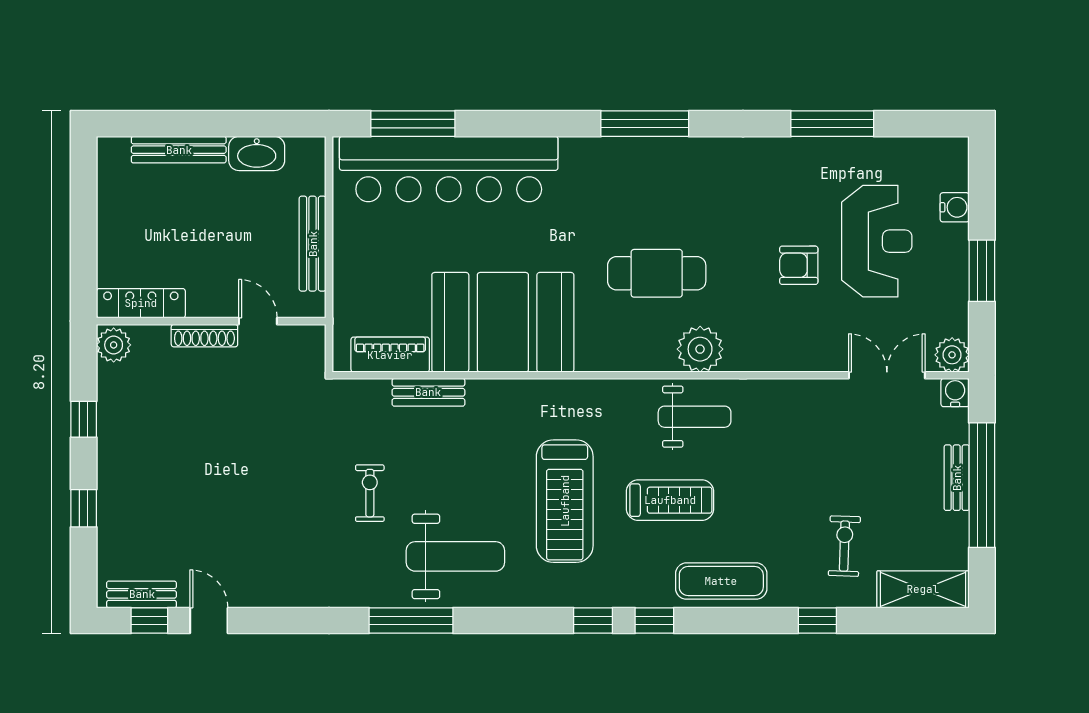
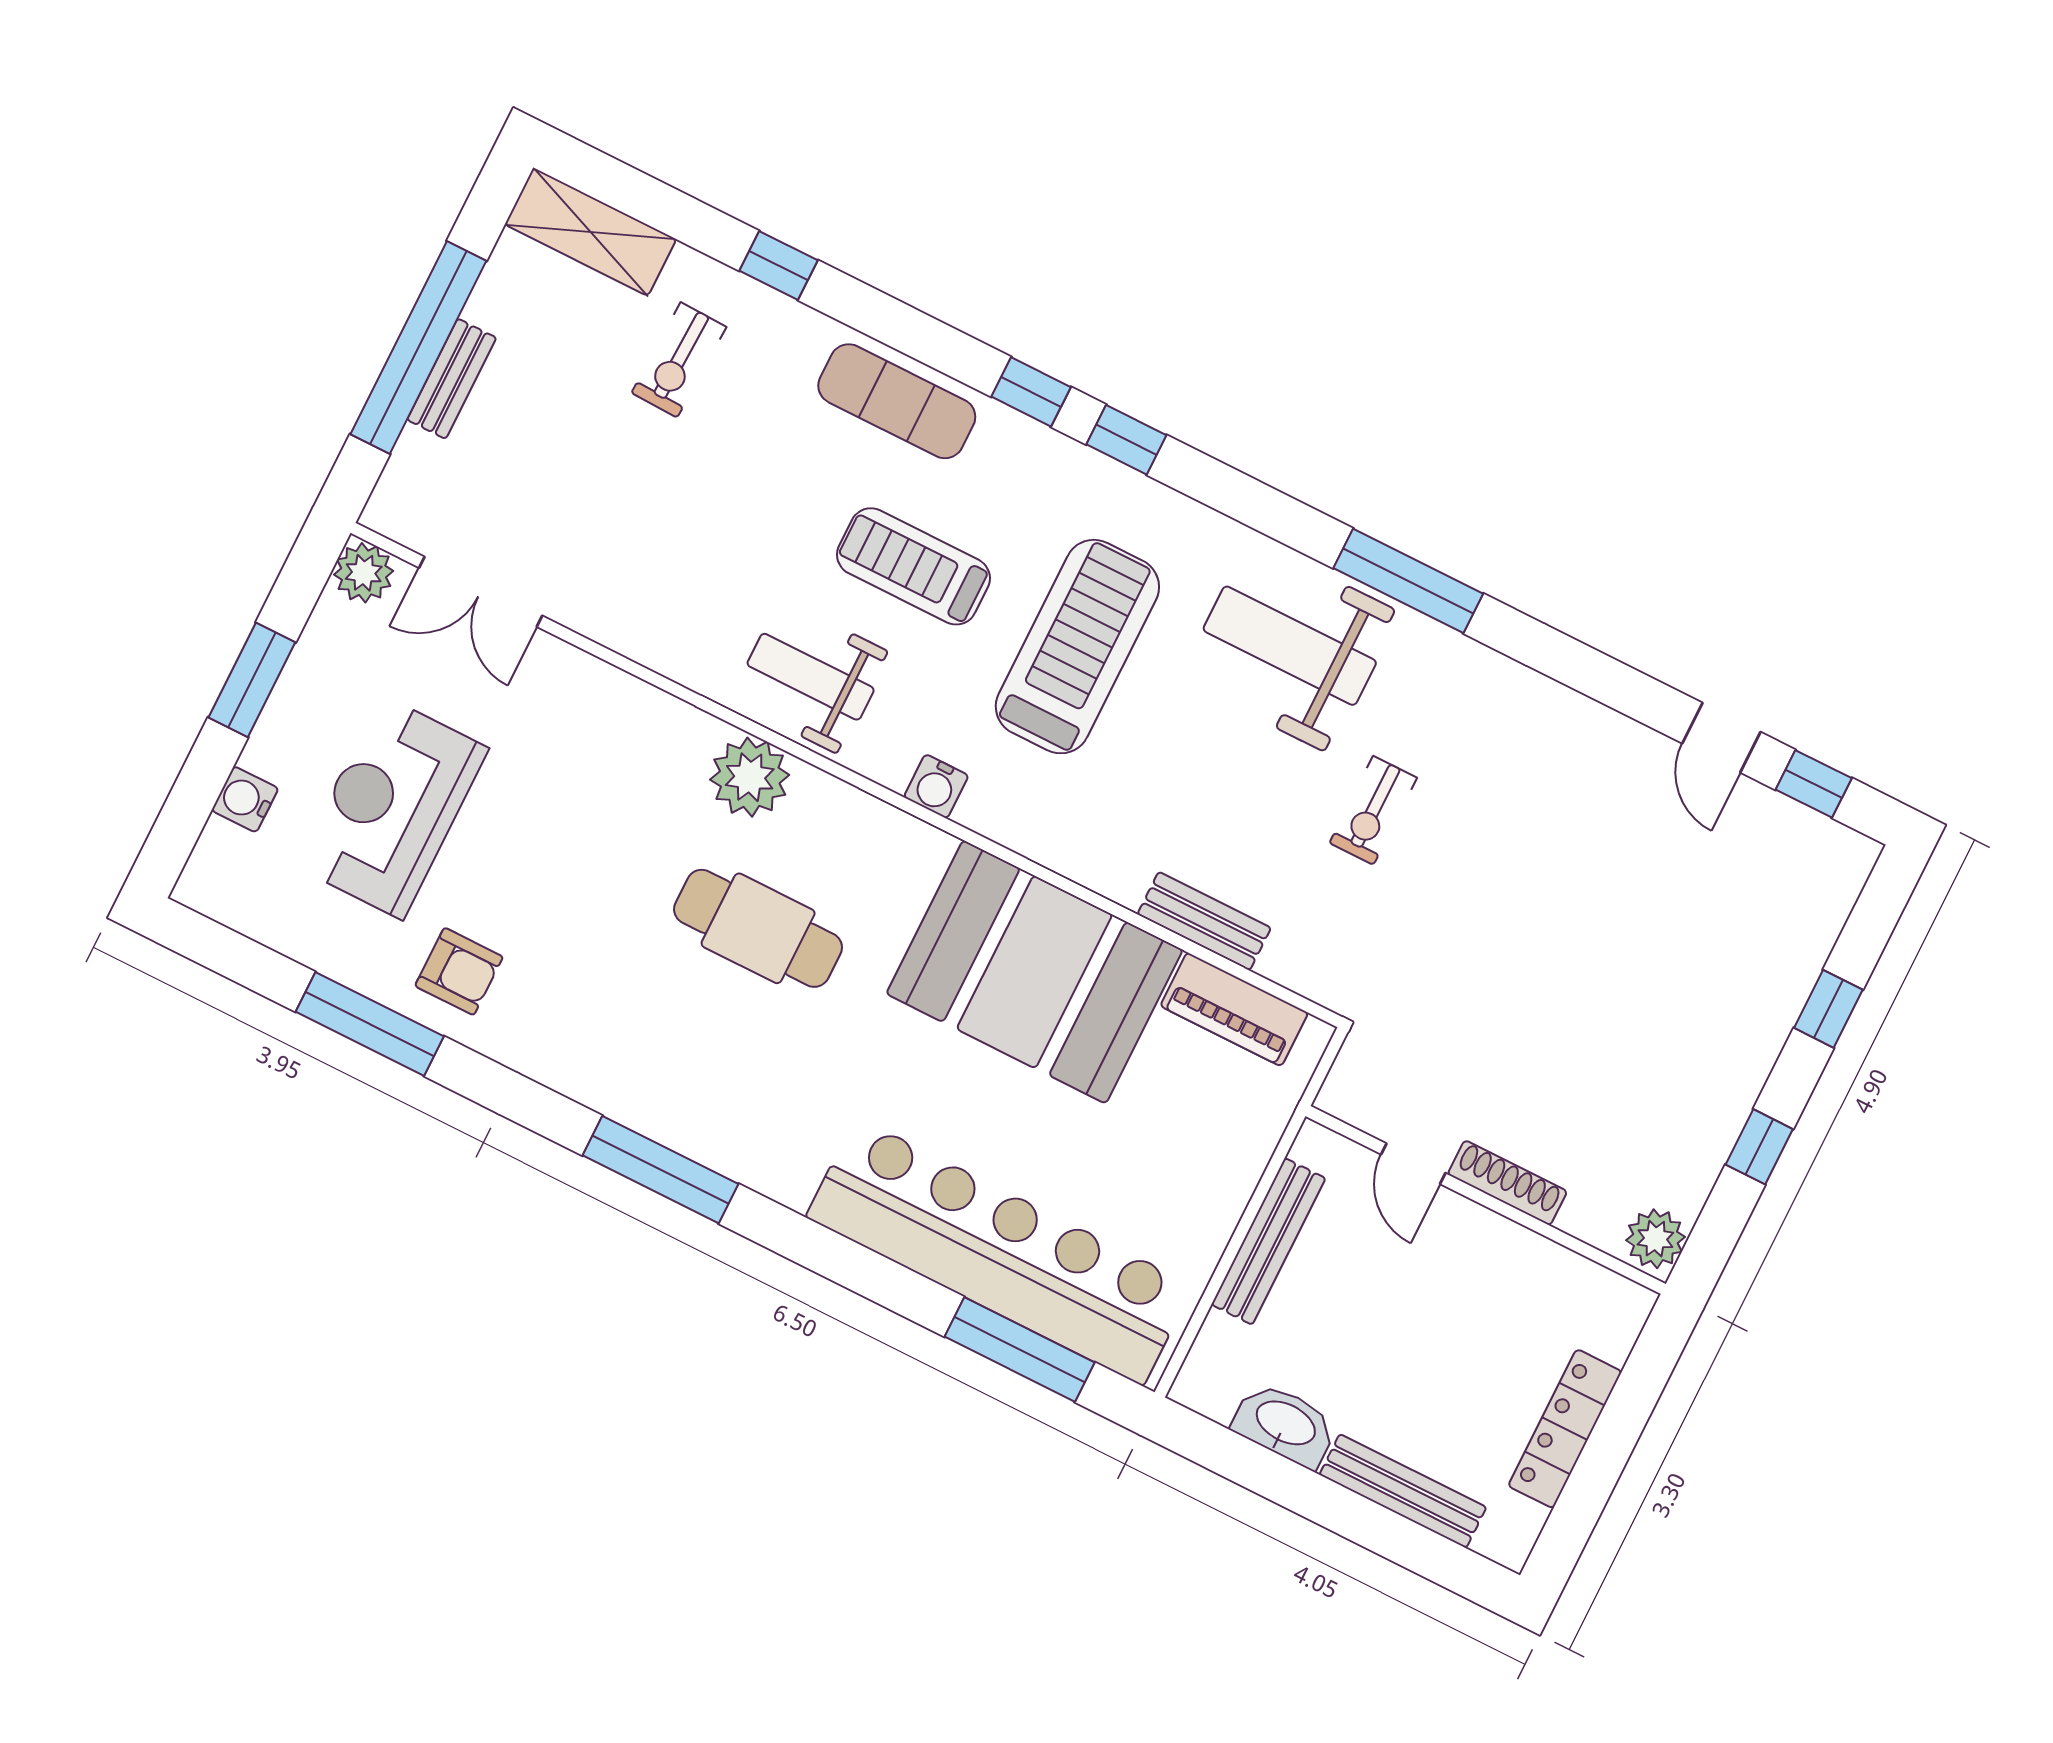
armchair: (799, 265) -> (459, 971), moved
locker: (141, 303) -> (1565, 1429), moved, turned 90
water cooler: (955, 393) -> (936, 786), moved
bench: (142, 594) -> (1806, 830), removed

